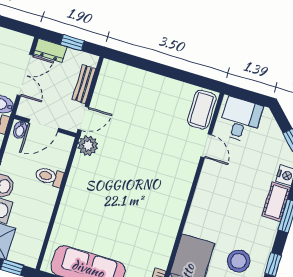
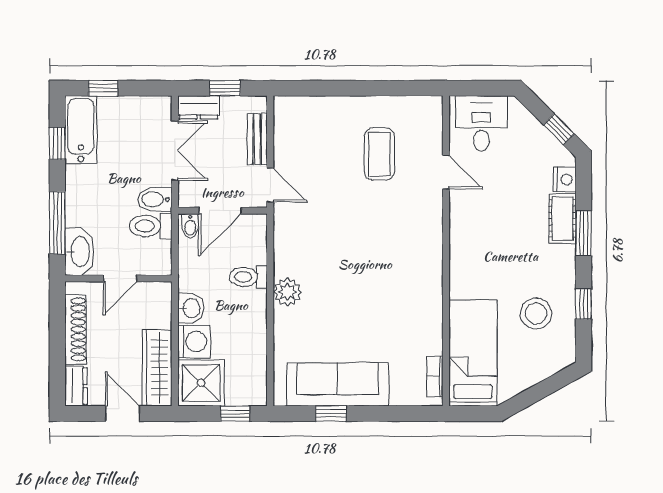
coffee table: (202, 110) -> (379, 154), moved
door: (83, 118) -> (270, 185), hinge flipped
plant: (88, 146) -> (287, 292), moved

